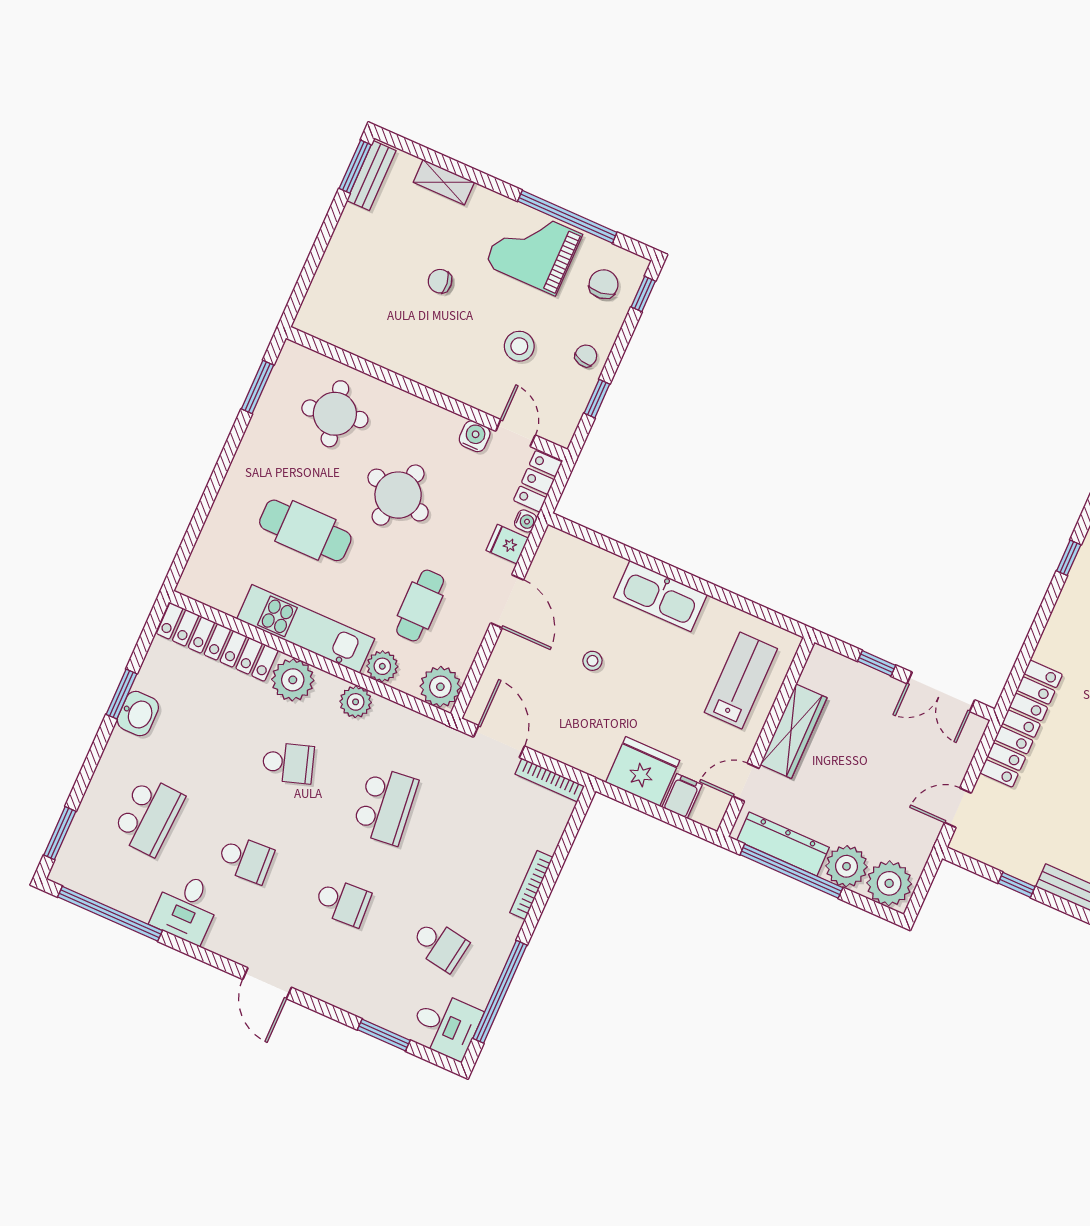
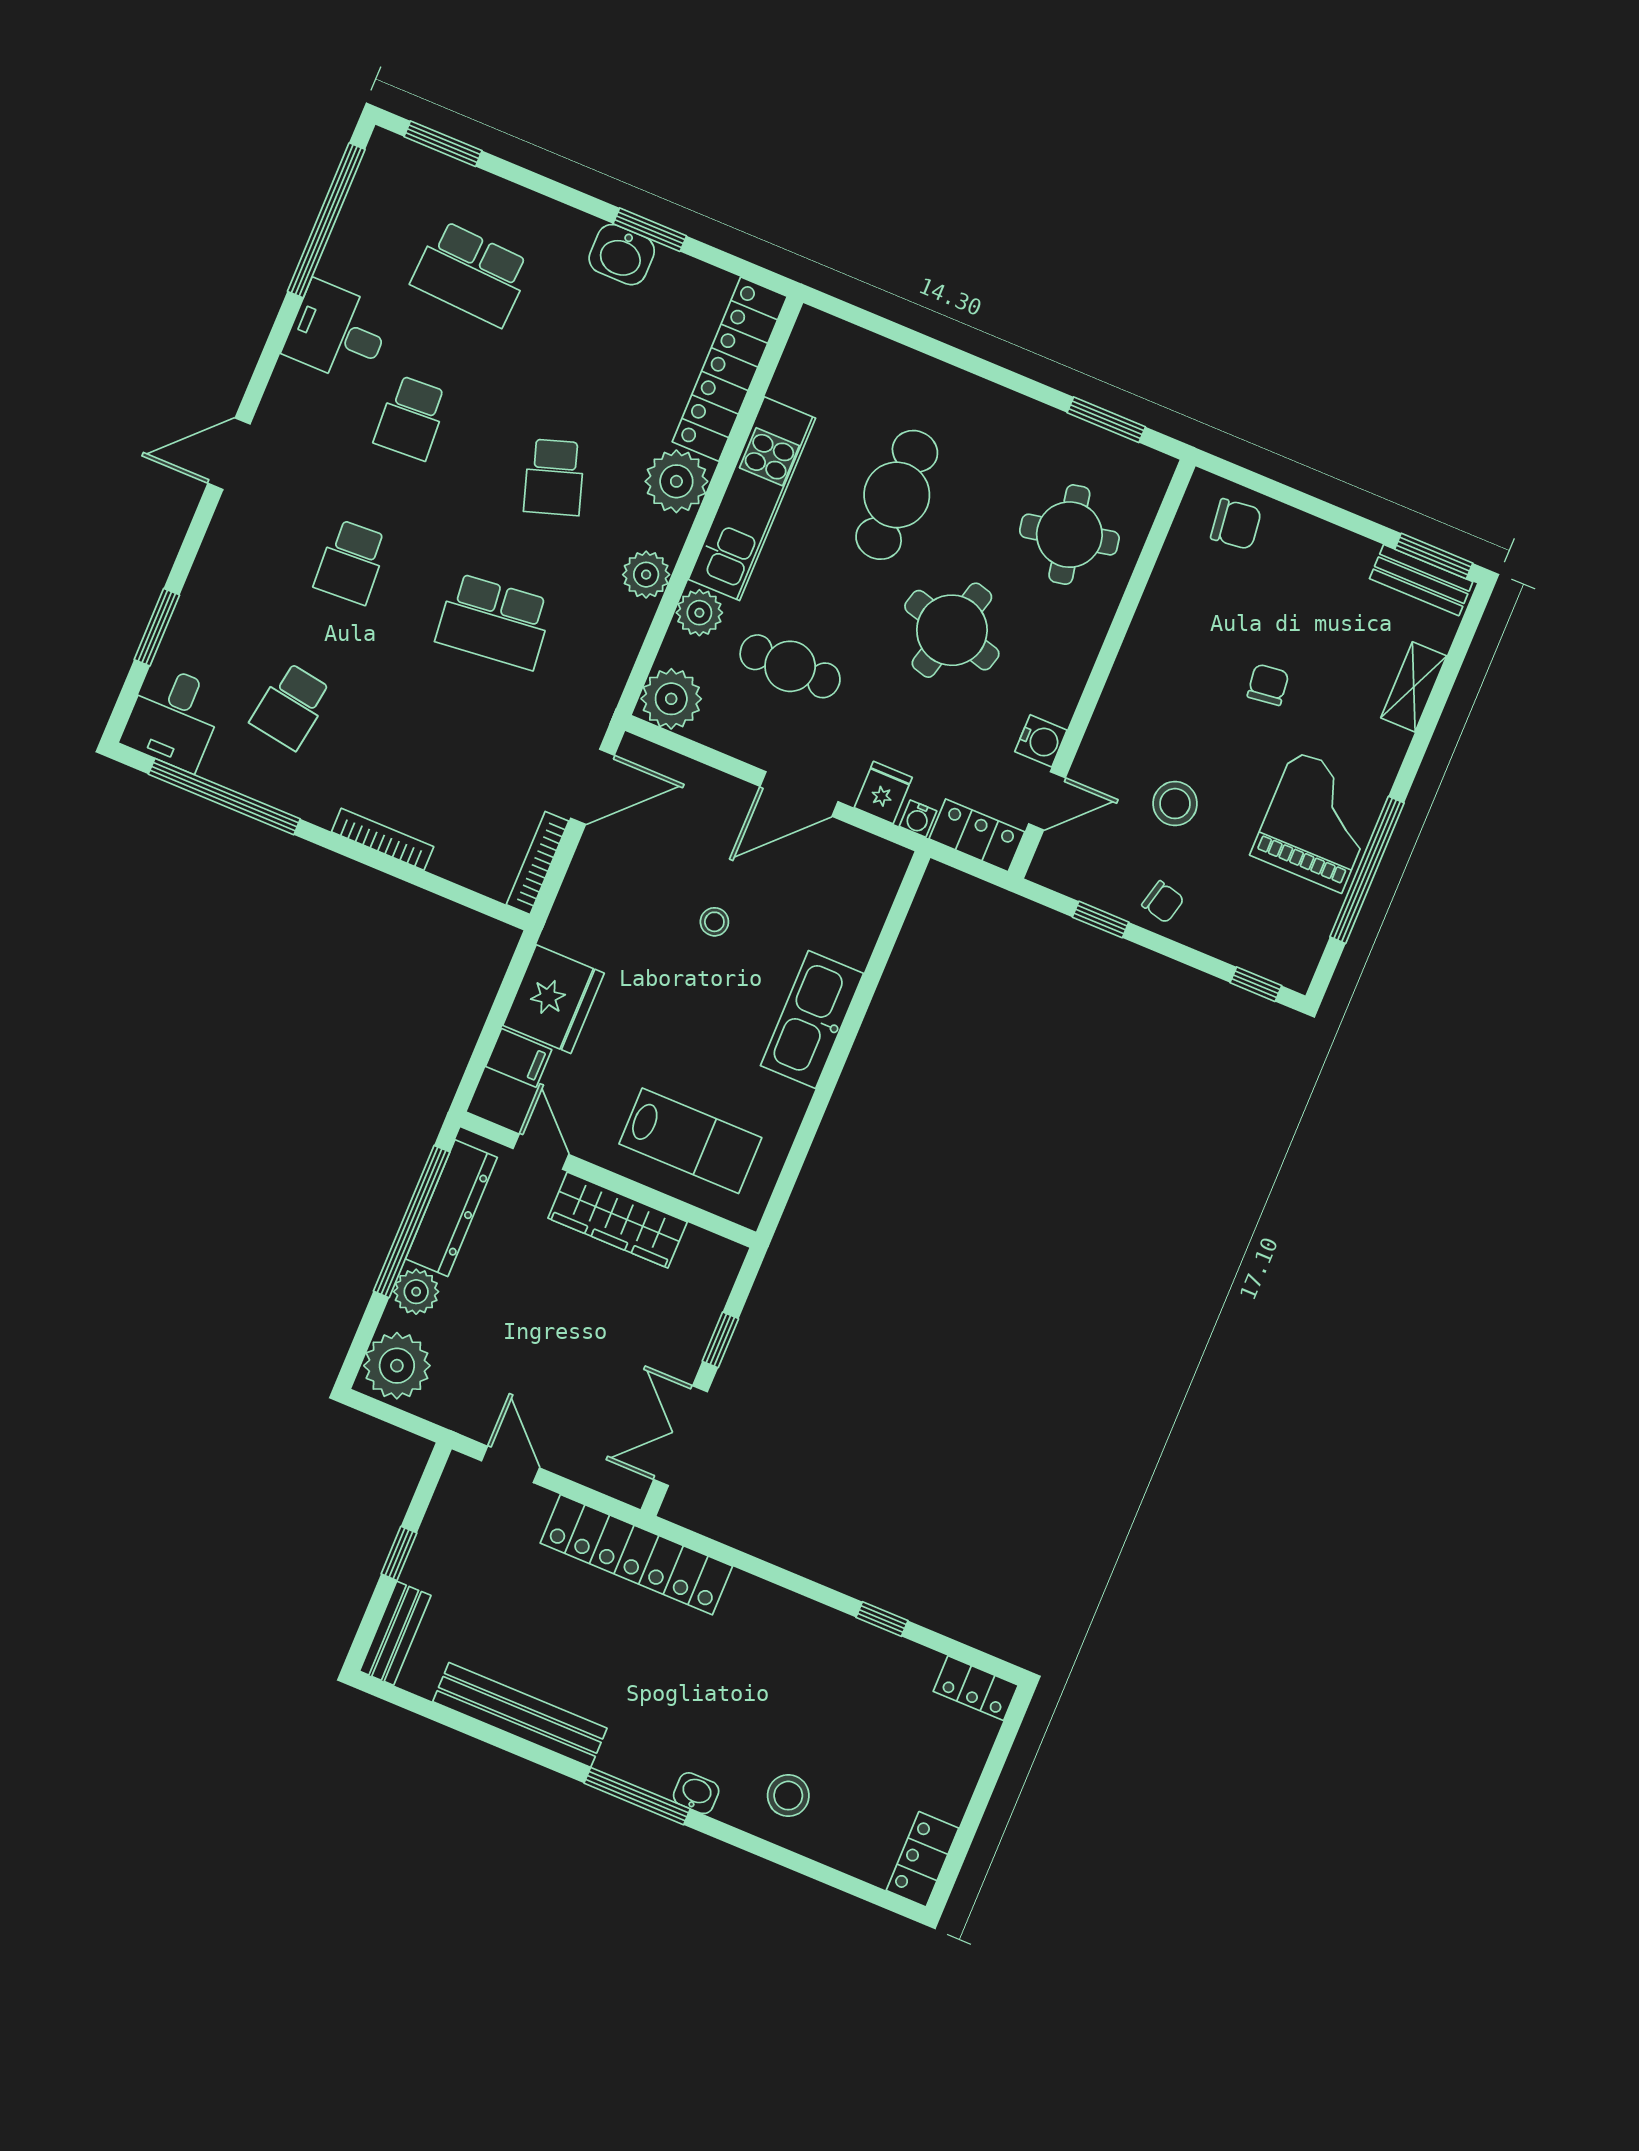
chair: (604, 284) -> (1236, 524), moved
plant: (846, 866) -> (416, 1292), width x0.73, depth x0.73

